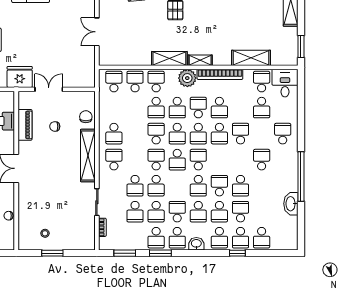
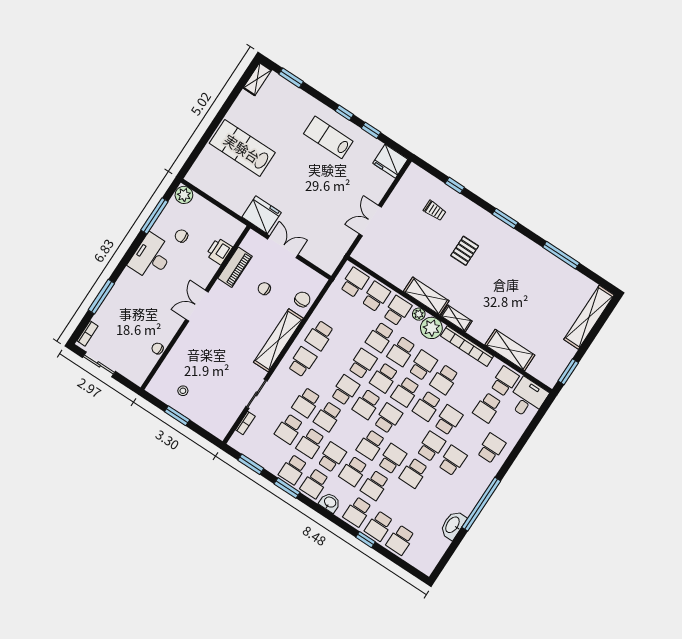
plant: (172, 74) -> (419, 314), added
school desk: (240, 212) -> (431, 446), moved

